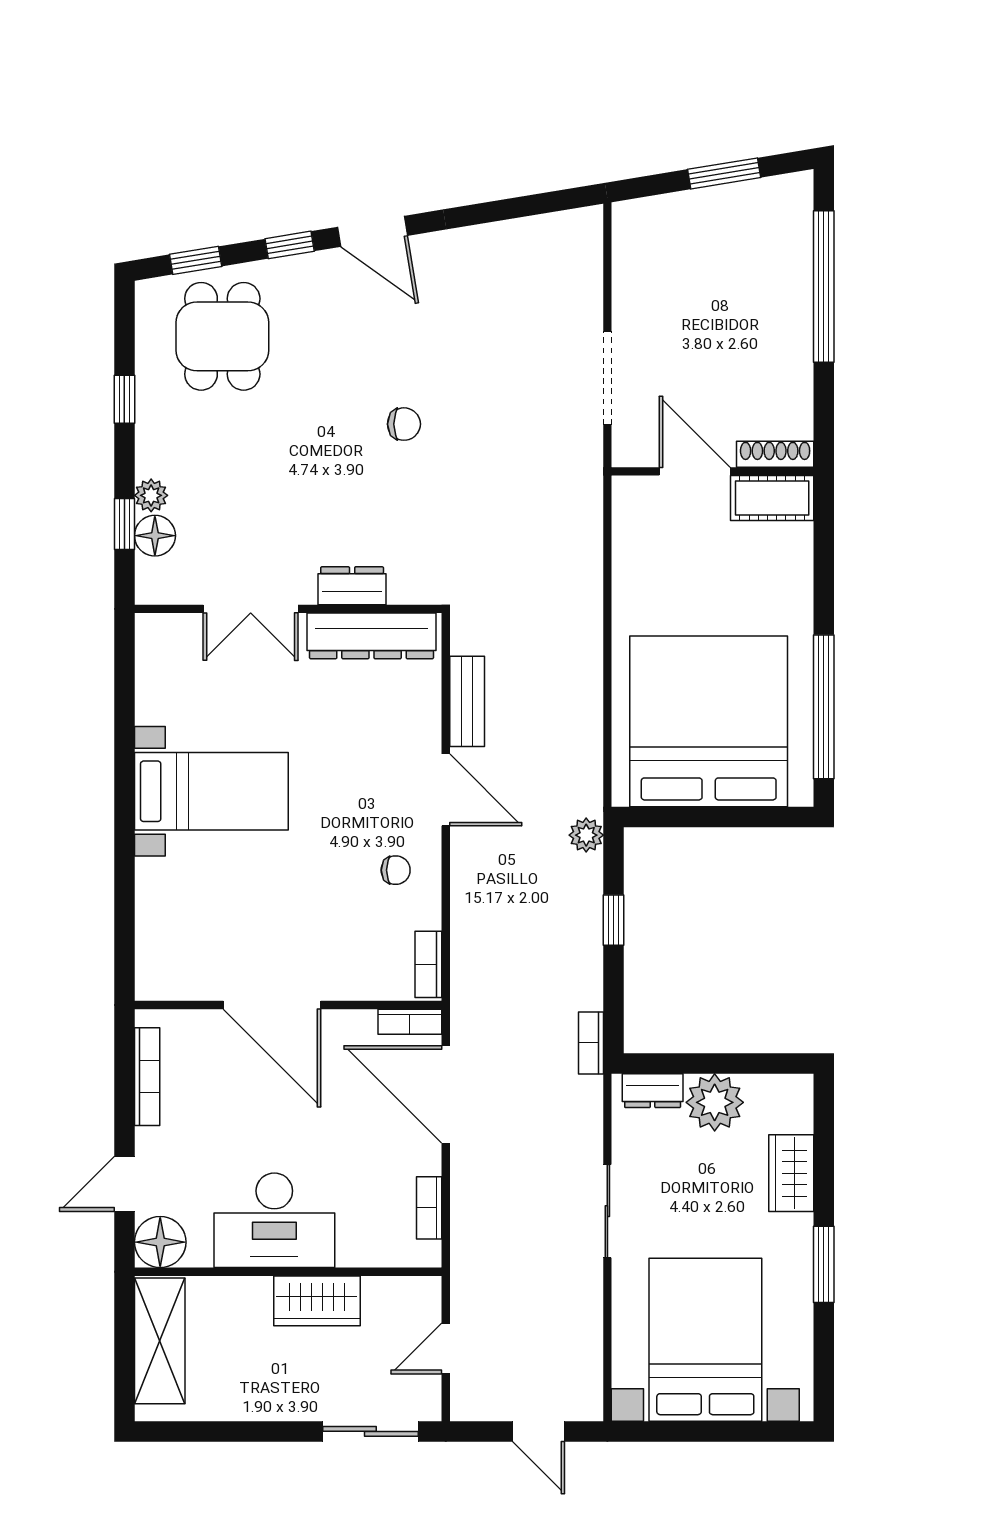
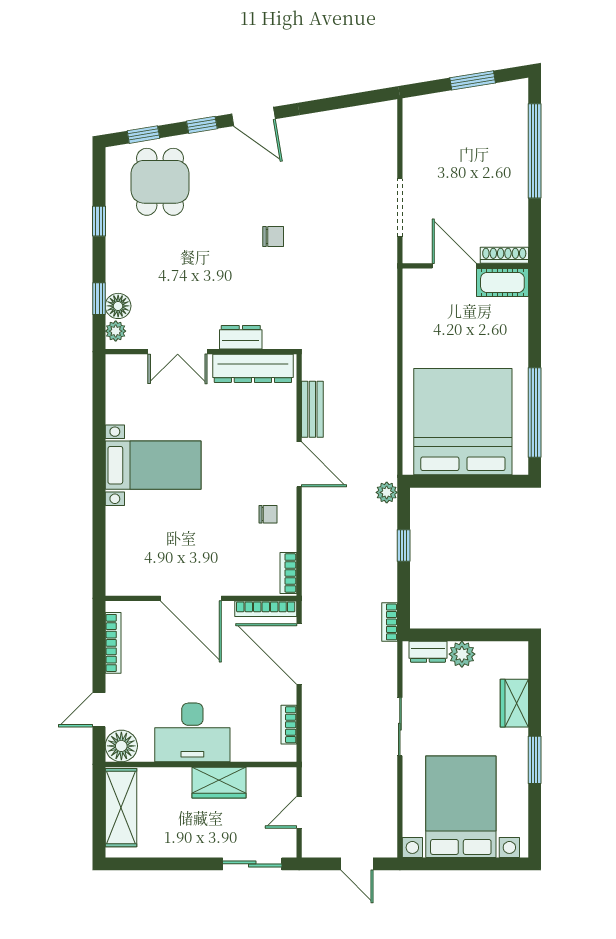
plant: (151, 495) -> (116, 331), moved
bookcase: (410, 1022) -> (266, 609), width x1.56
plant: (715, 1102) -> (462, 654), width x0.73, depth x0.73

